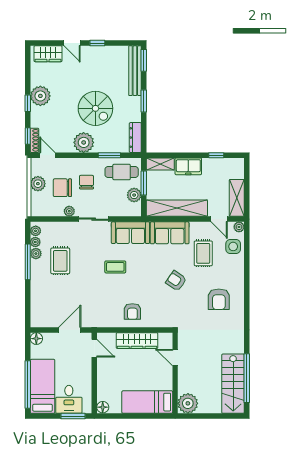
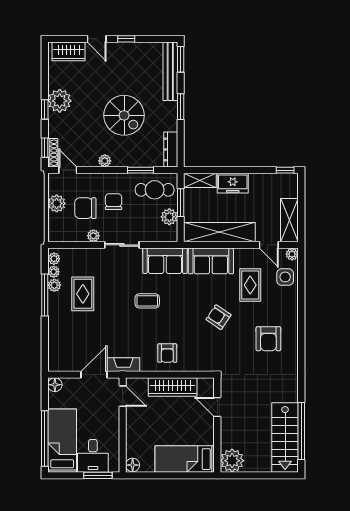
plant: (84, 142) -> (105, 161), width x0.53, depth x0.53
window: (216, 155) -> (285, 170), moved
fireplace: (95, 321) -> (123, 365), added

